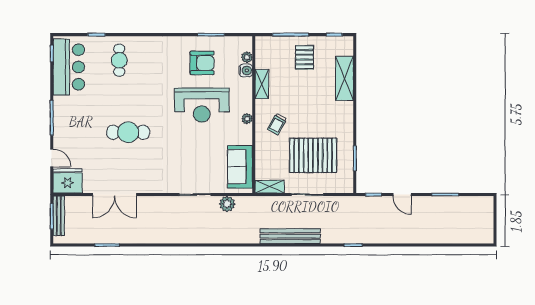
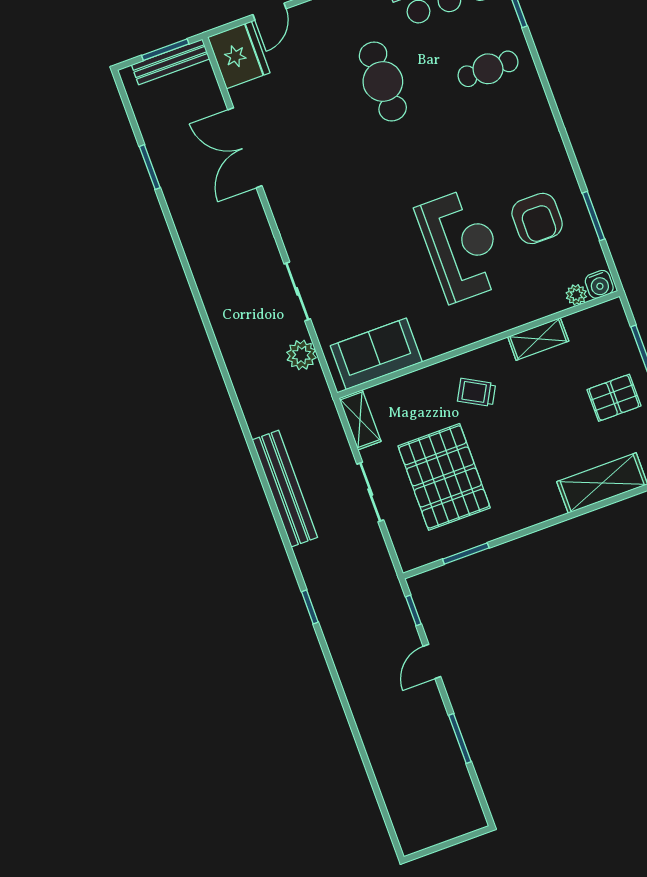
water cooler: (246, 70) -> (599, 284), moved
reception desk: (202, 105) -> (461, 245), turned 180
plant: (247, 119) -> (467, 335), removed
cafe table: (128, 132) -> (383, 81), moved

